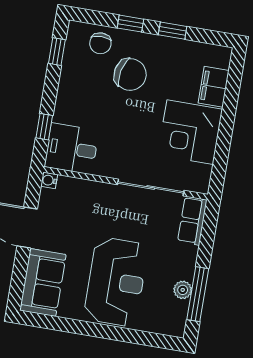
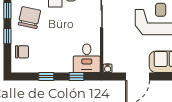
window: (57, 52) -> (46, 77), moved
chair: (130, 74) -> (29, 18), moved

